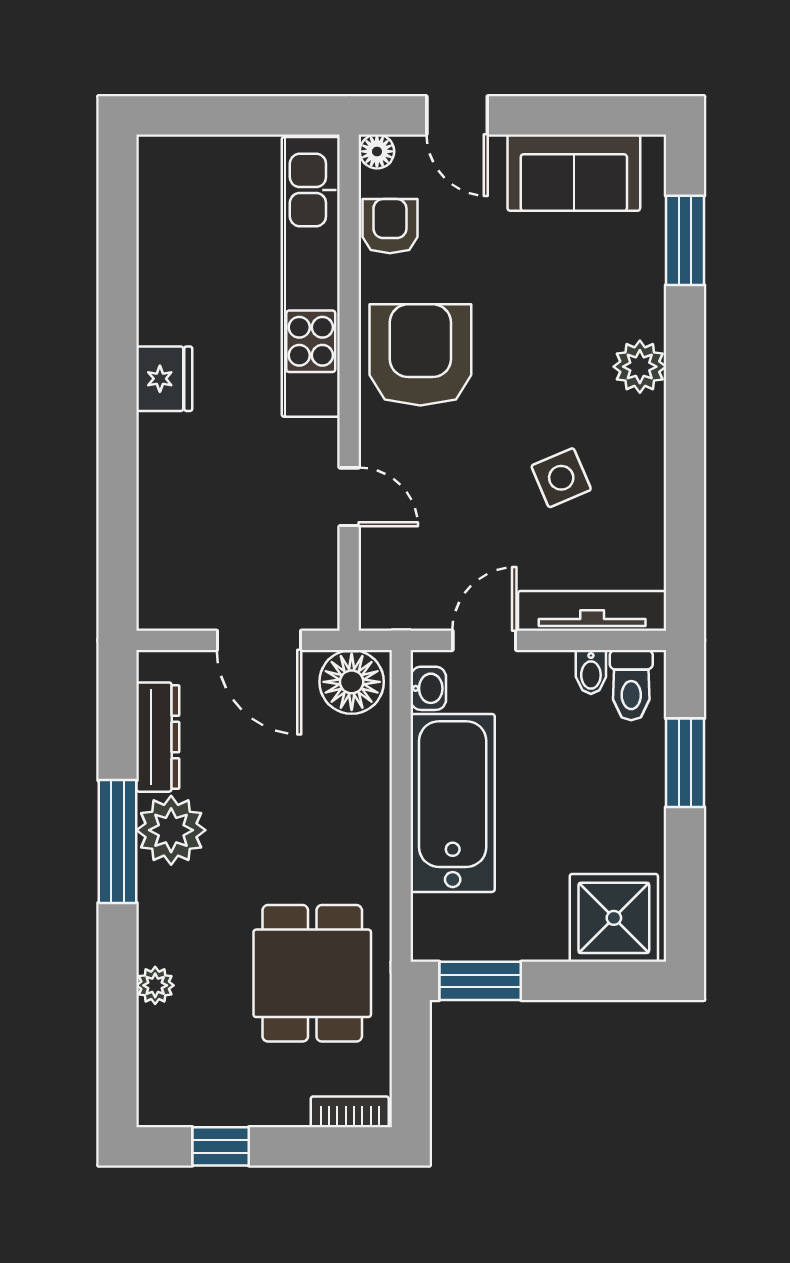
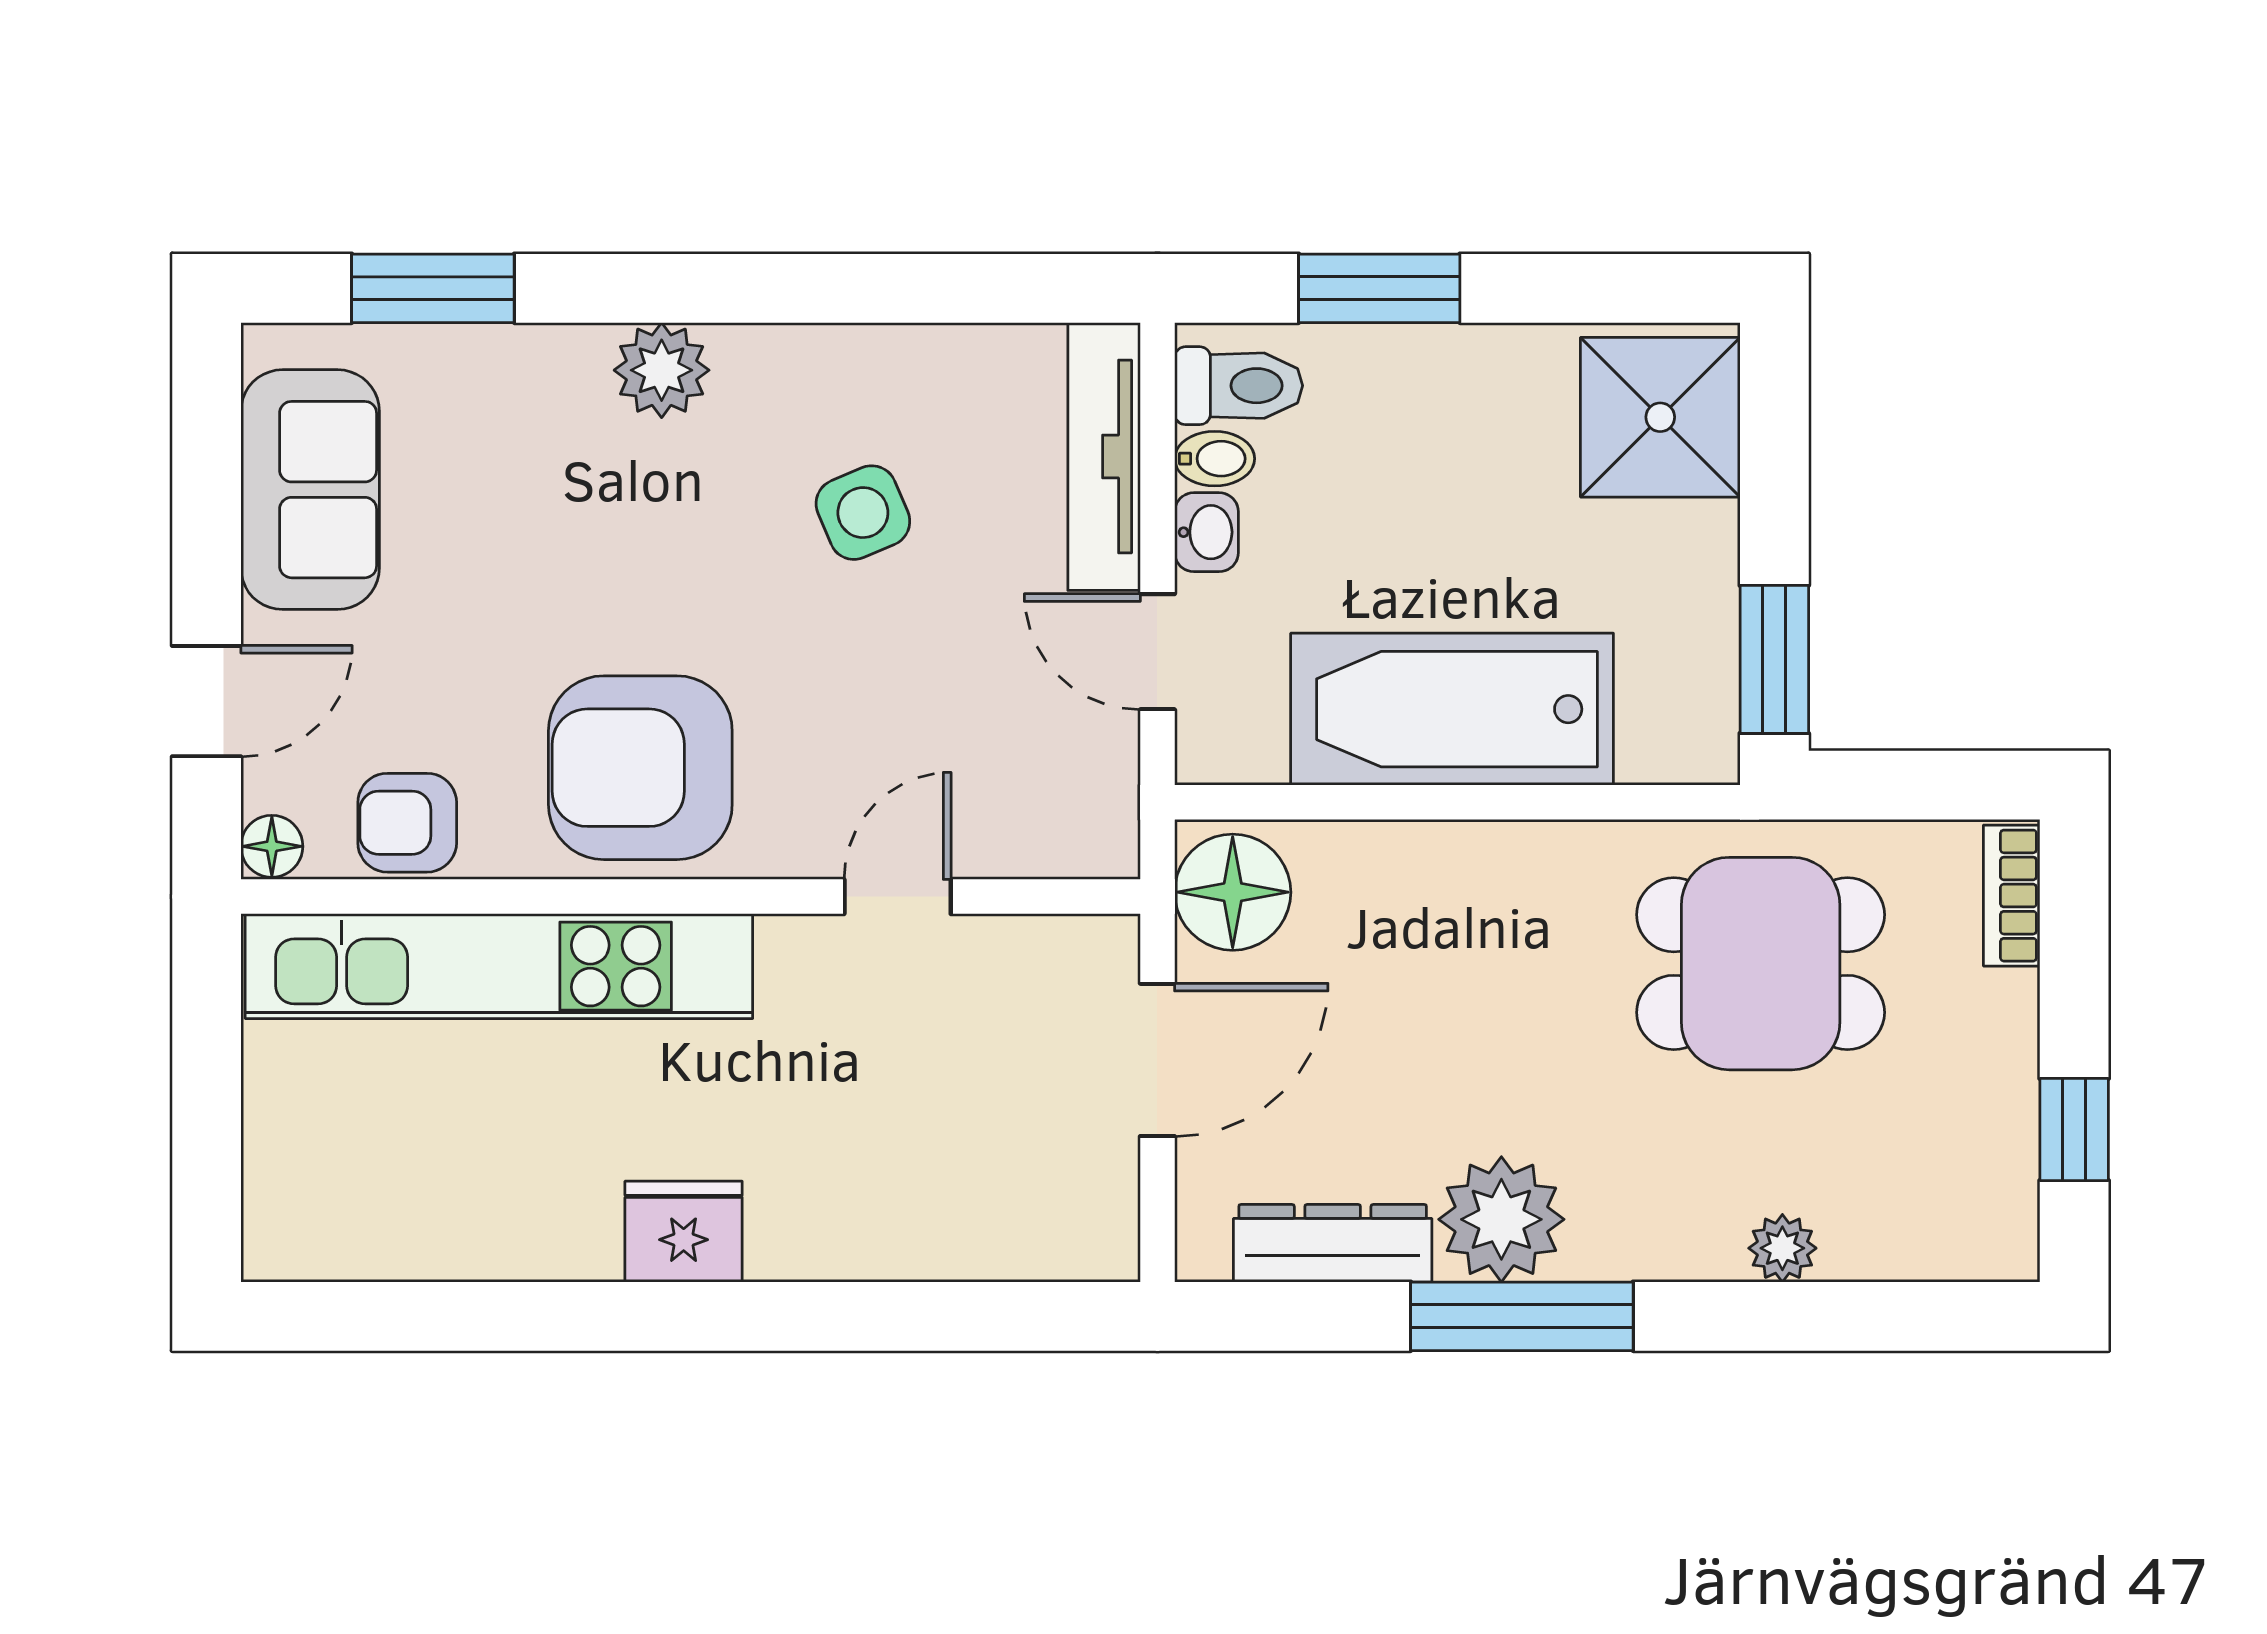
washbasin: (428, 688) -> (1206, 532), moved, turned 90

